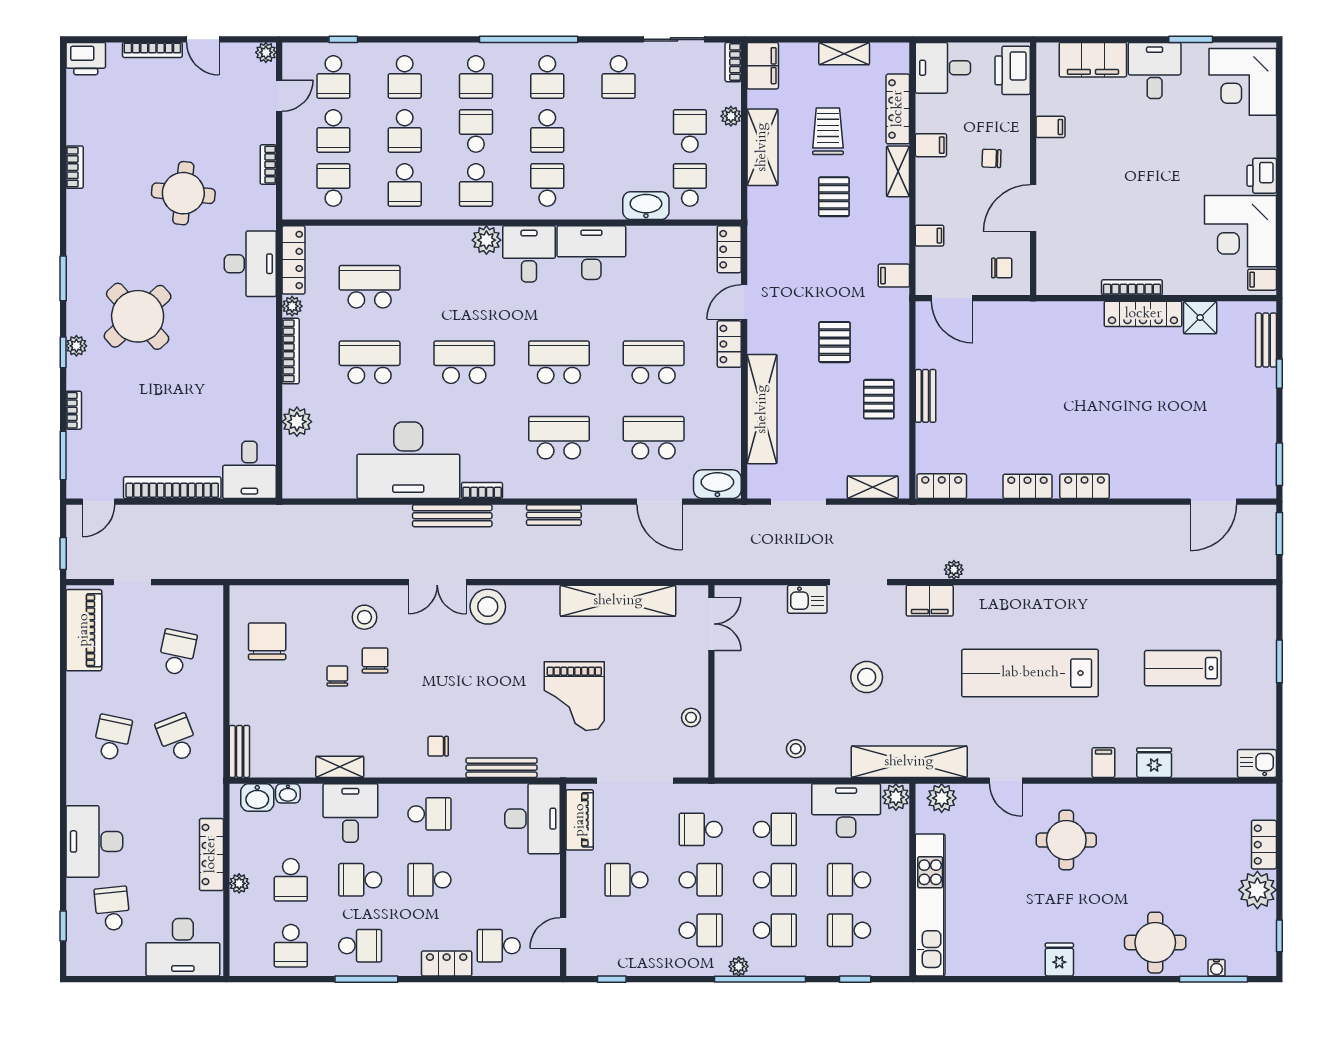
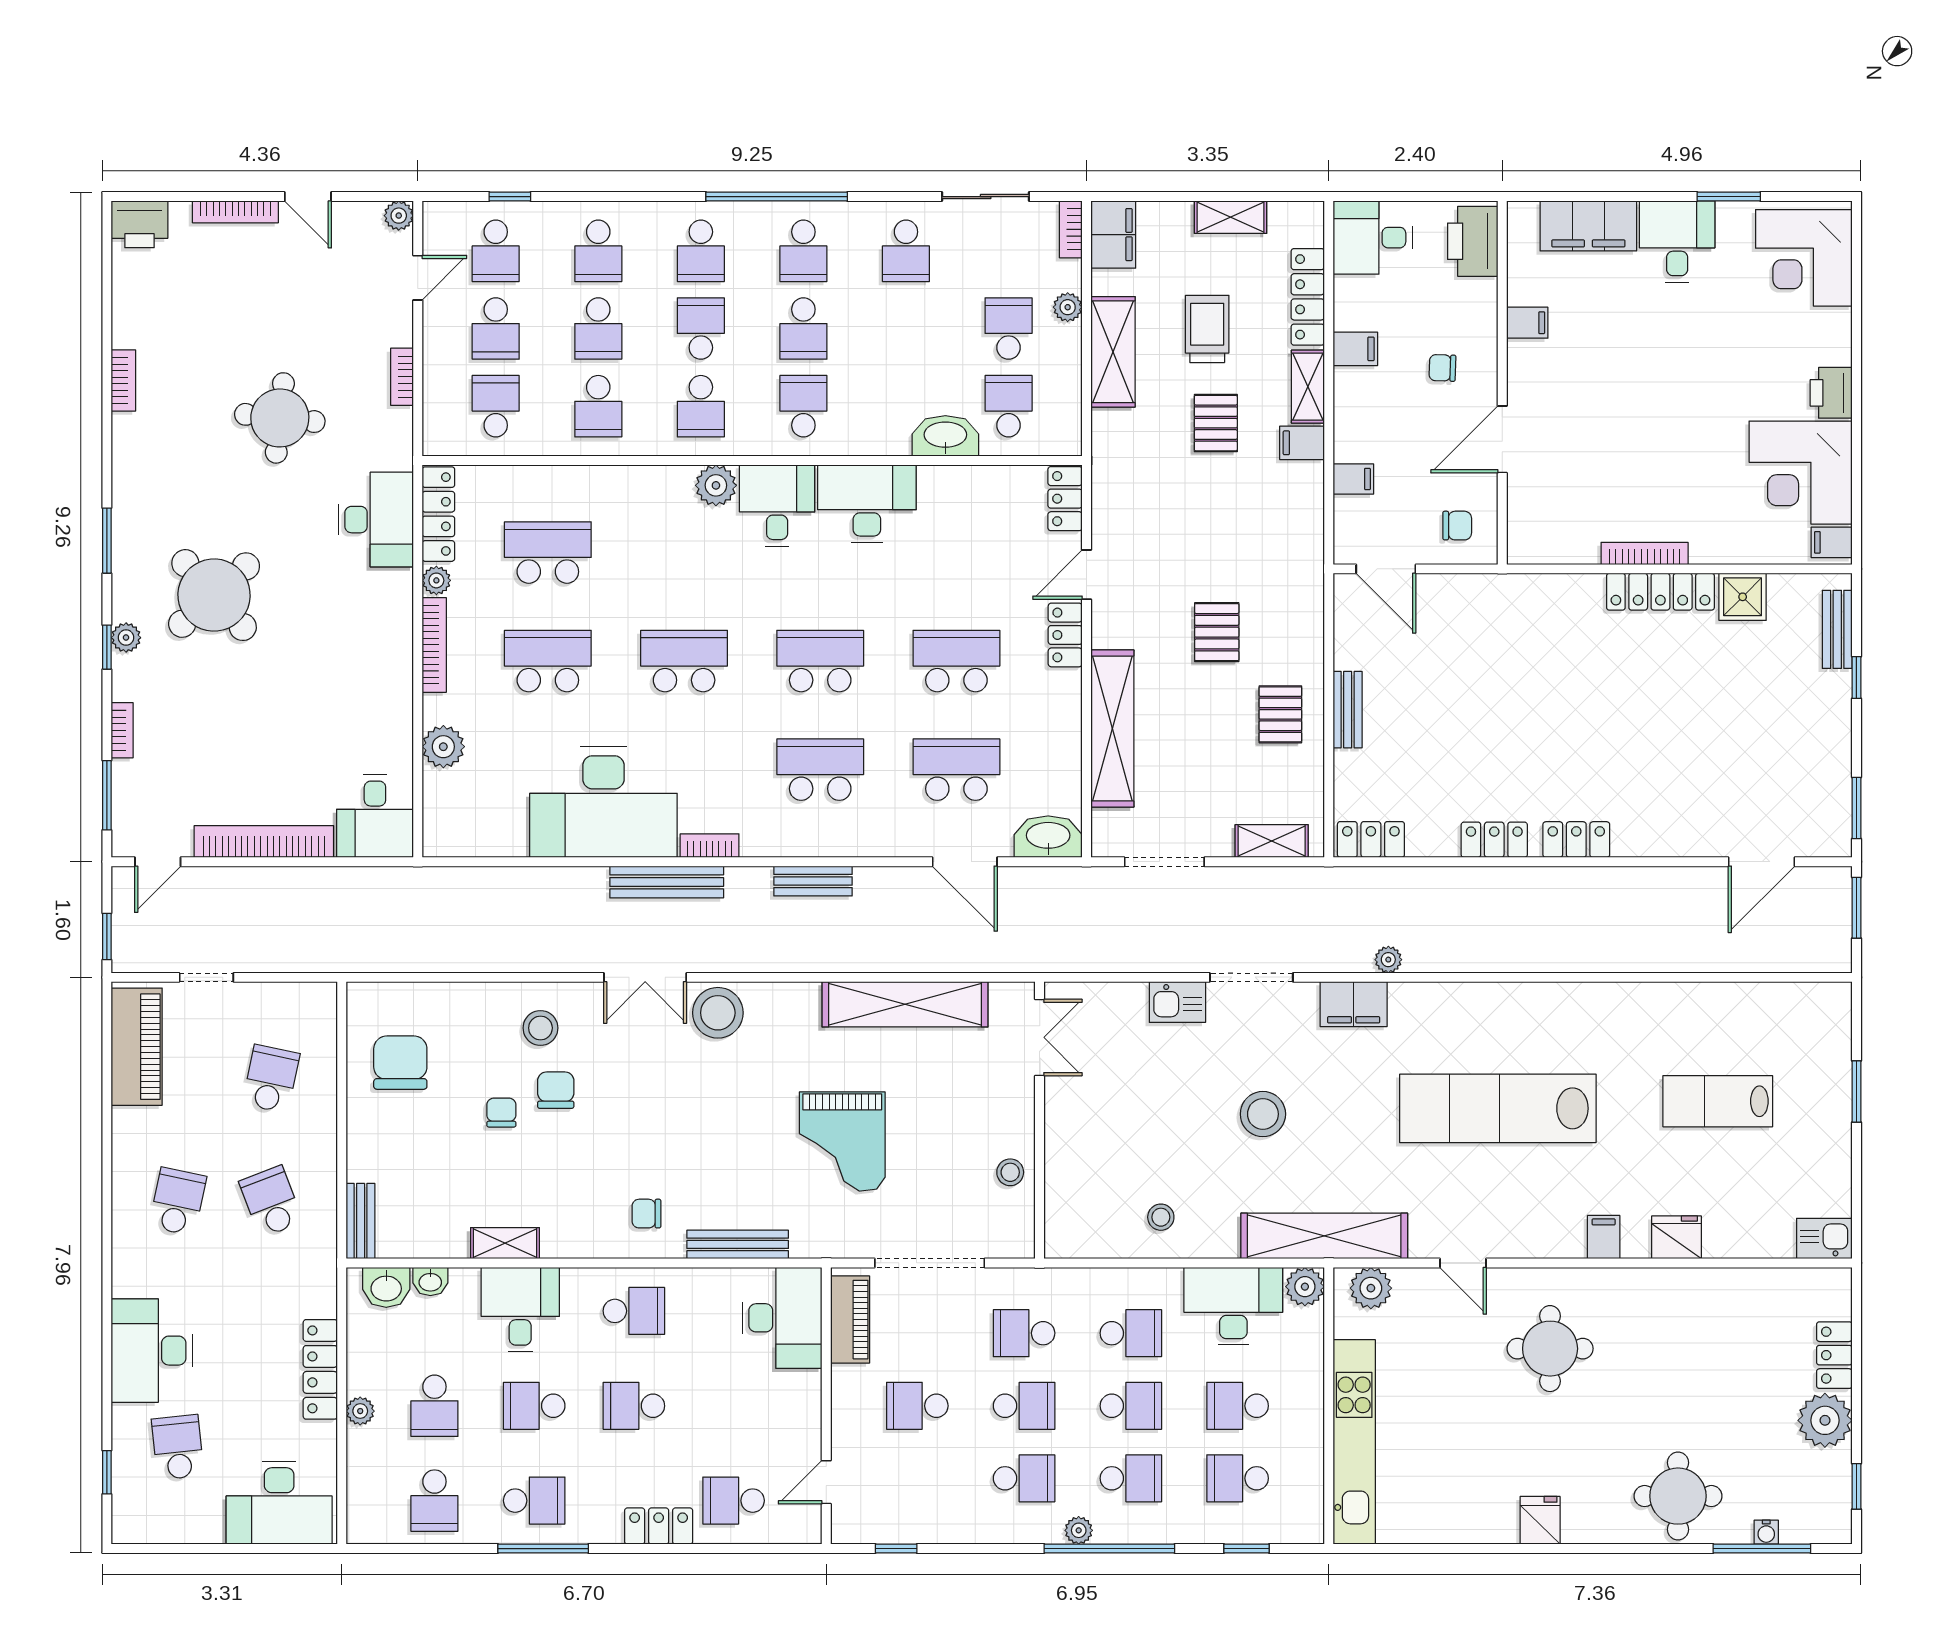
filing cabinet: (894, 276) -> (1302, 443), moved

